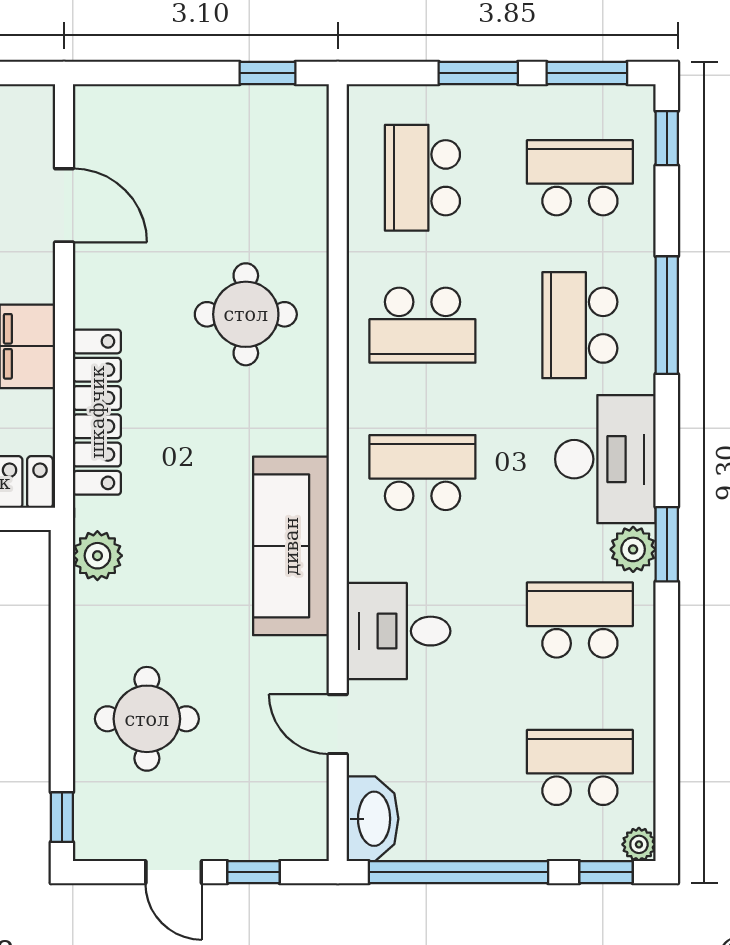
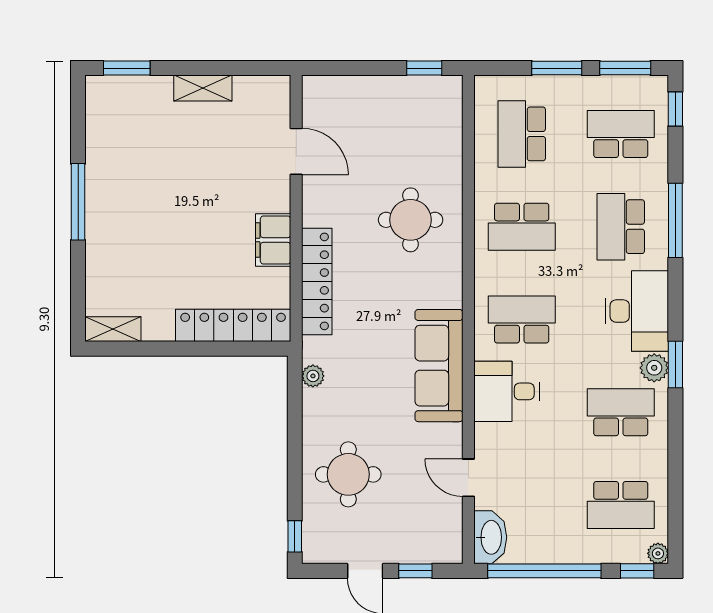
plant: (97, 556) -> (313, 376), width x0.73, depth x0.73
desk: (398, 631) -> (507, 391), moved
school desk: (580, 767) -> (621, 505), turned 180

